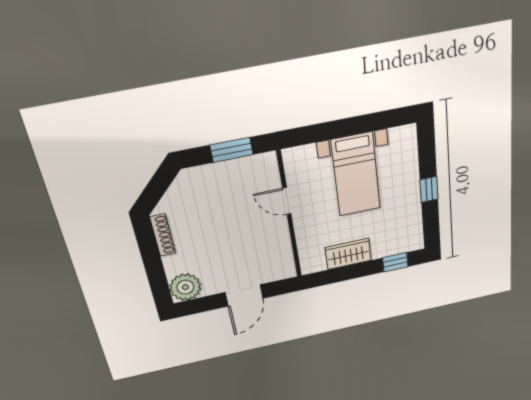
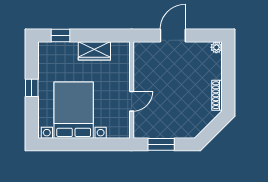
bed with nightstands: (356, 175) -> (74, 110), width x1.36
door: (287, 201) -> (132, 101), hinge flipped
plant: (185, 287) -> (216, 47), width x0.53, depth x0.53

